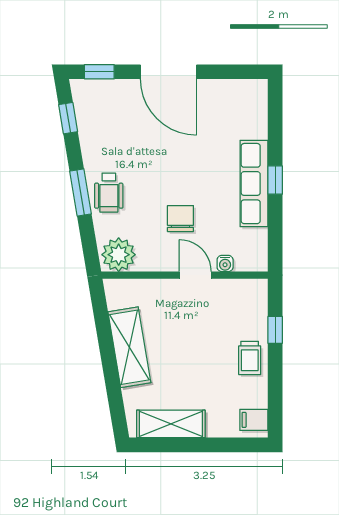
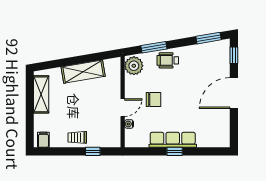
window: (68, 118) -> (208, 38), width x1.50
window: (81, 193) -> (154, 47), moved

